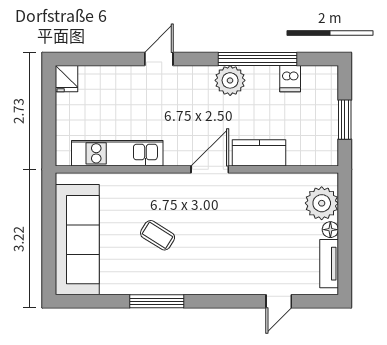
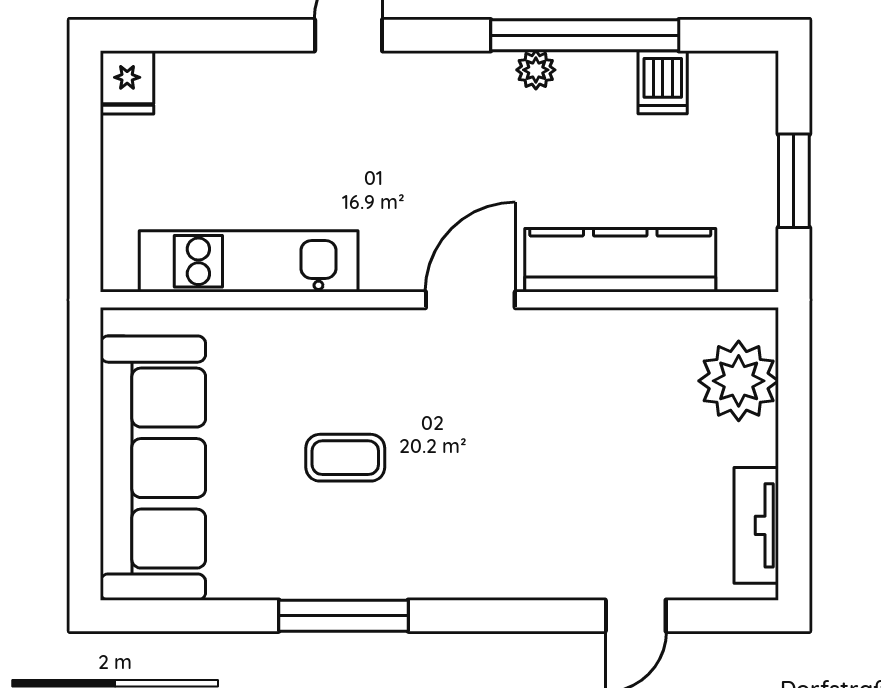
plant: (230, 80) -> (536, 70), width x0.53, depth x0.53
kitchen counter: (259, 153) -> (620, 260), width x1.50
floor lamp: (330, 230) -> (759, 444), removed
coffee table: (158, 235) -> (345, 458), turned -32

